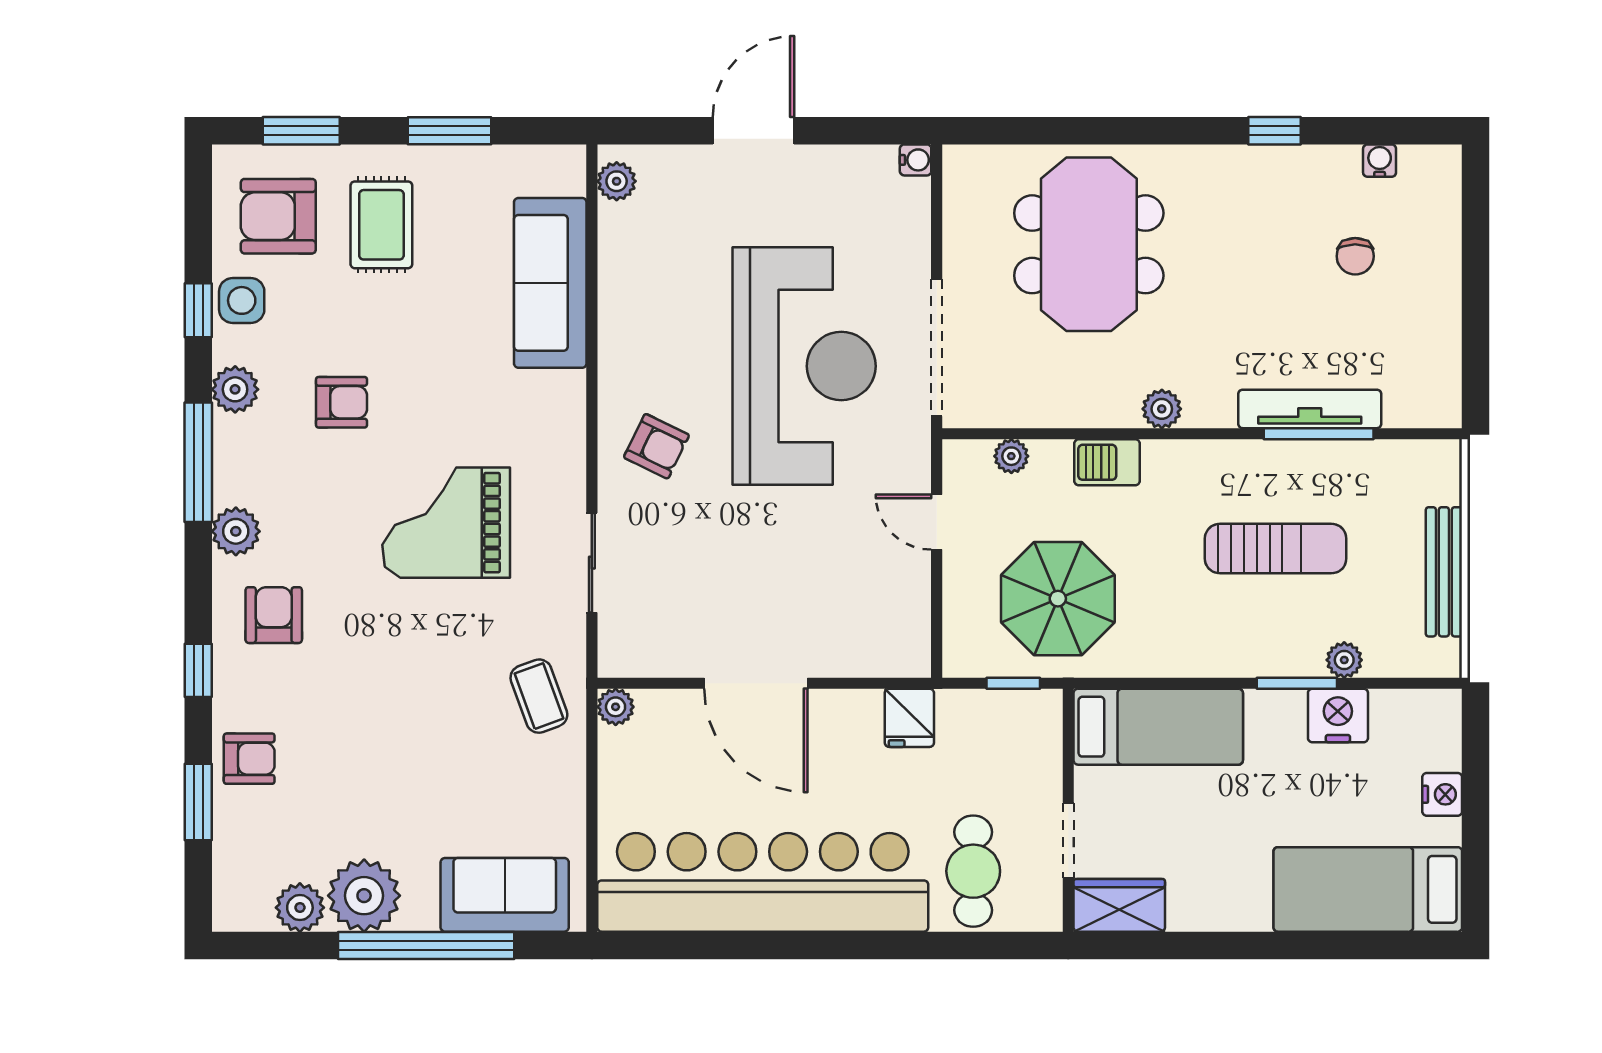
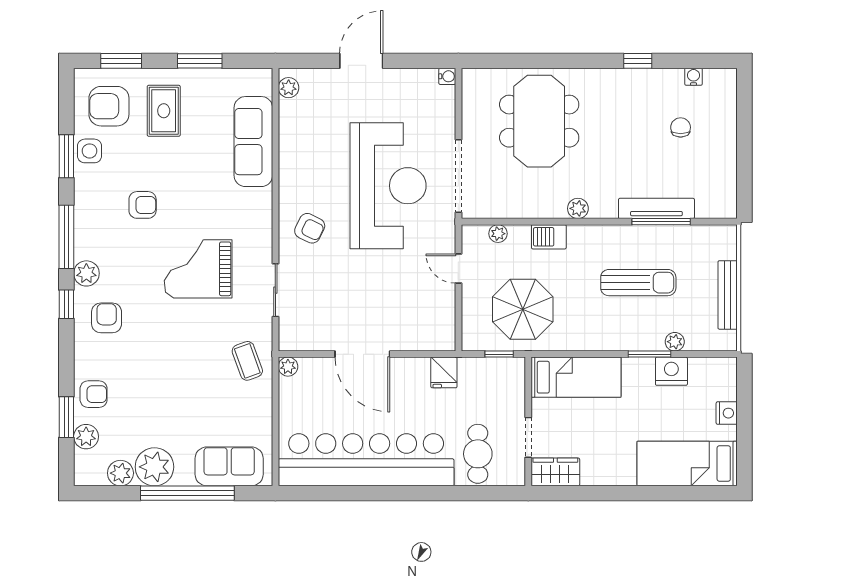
chair: (1355, 256) -> (681, 127), turned 180
window: (198, 310) -> (66, 156), width x1.50
plant: (235, 389) -> (86, 437), moved
window: (198, 670) -> (66, 304), moved

